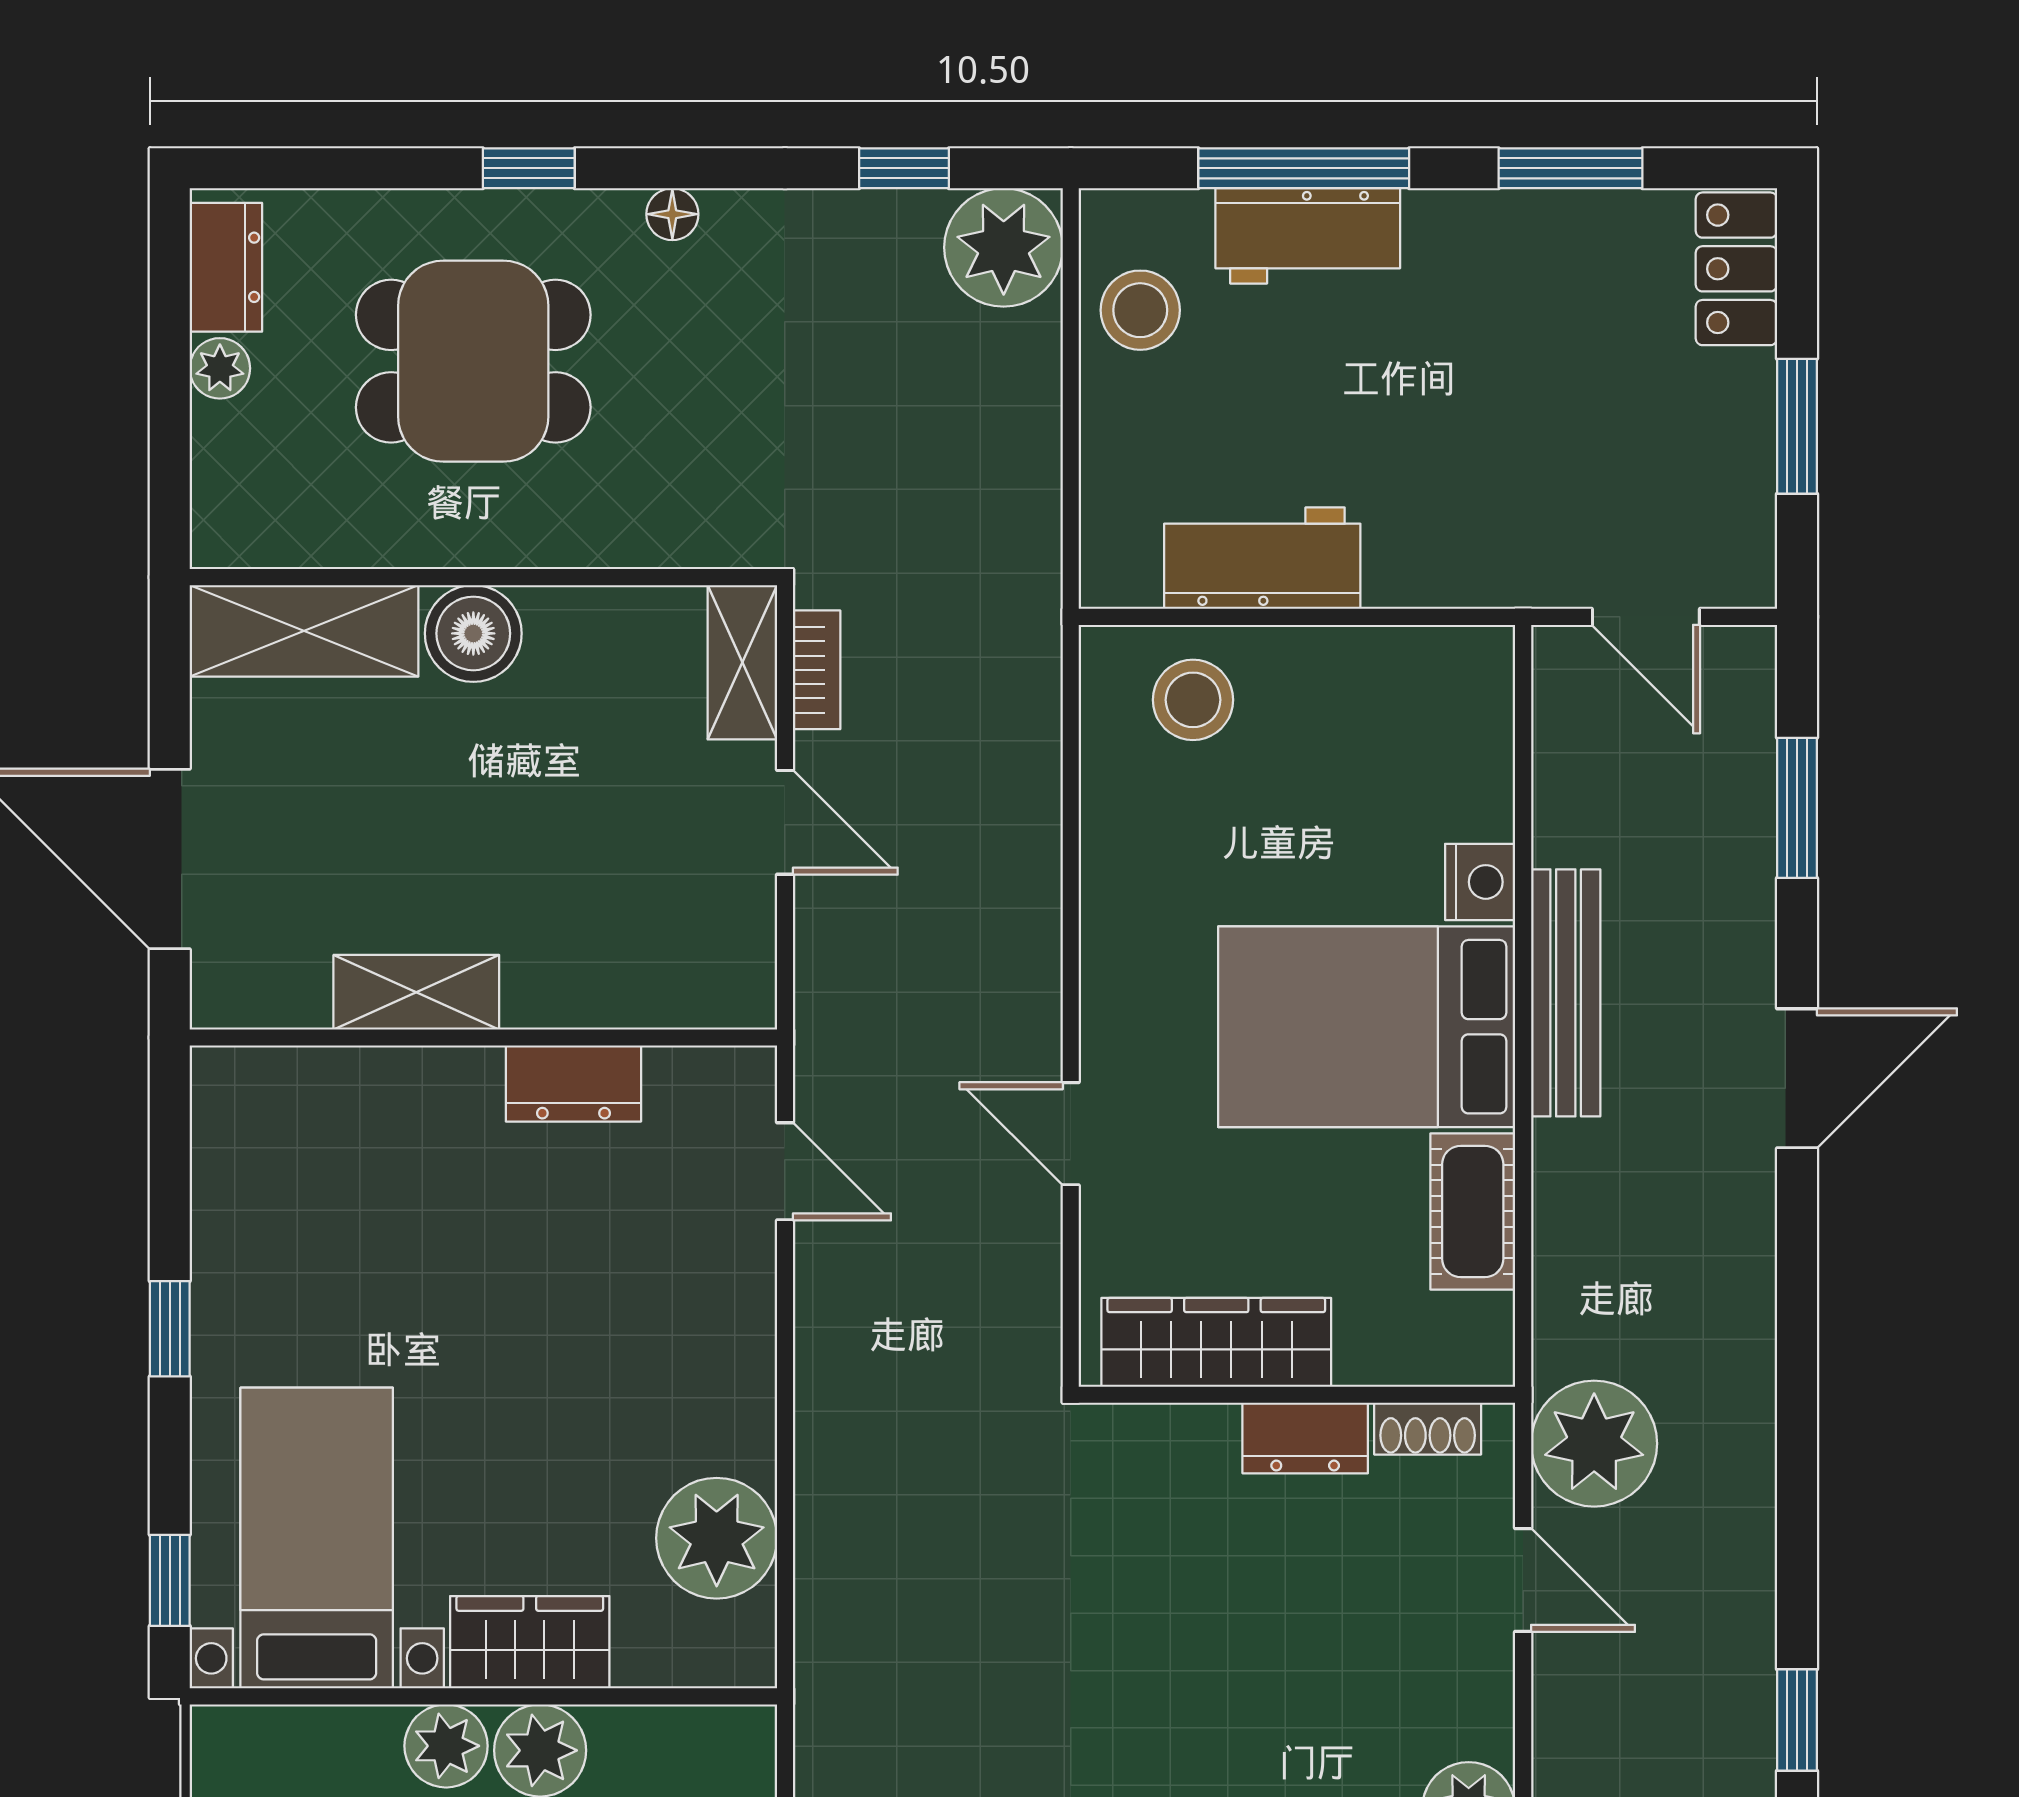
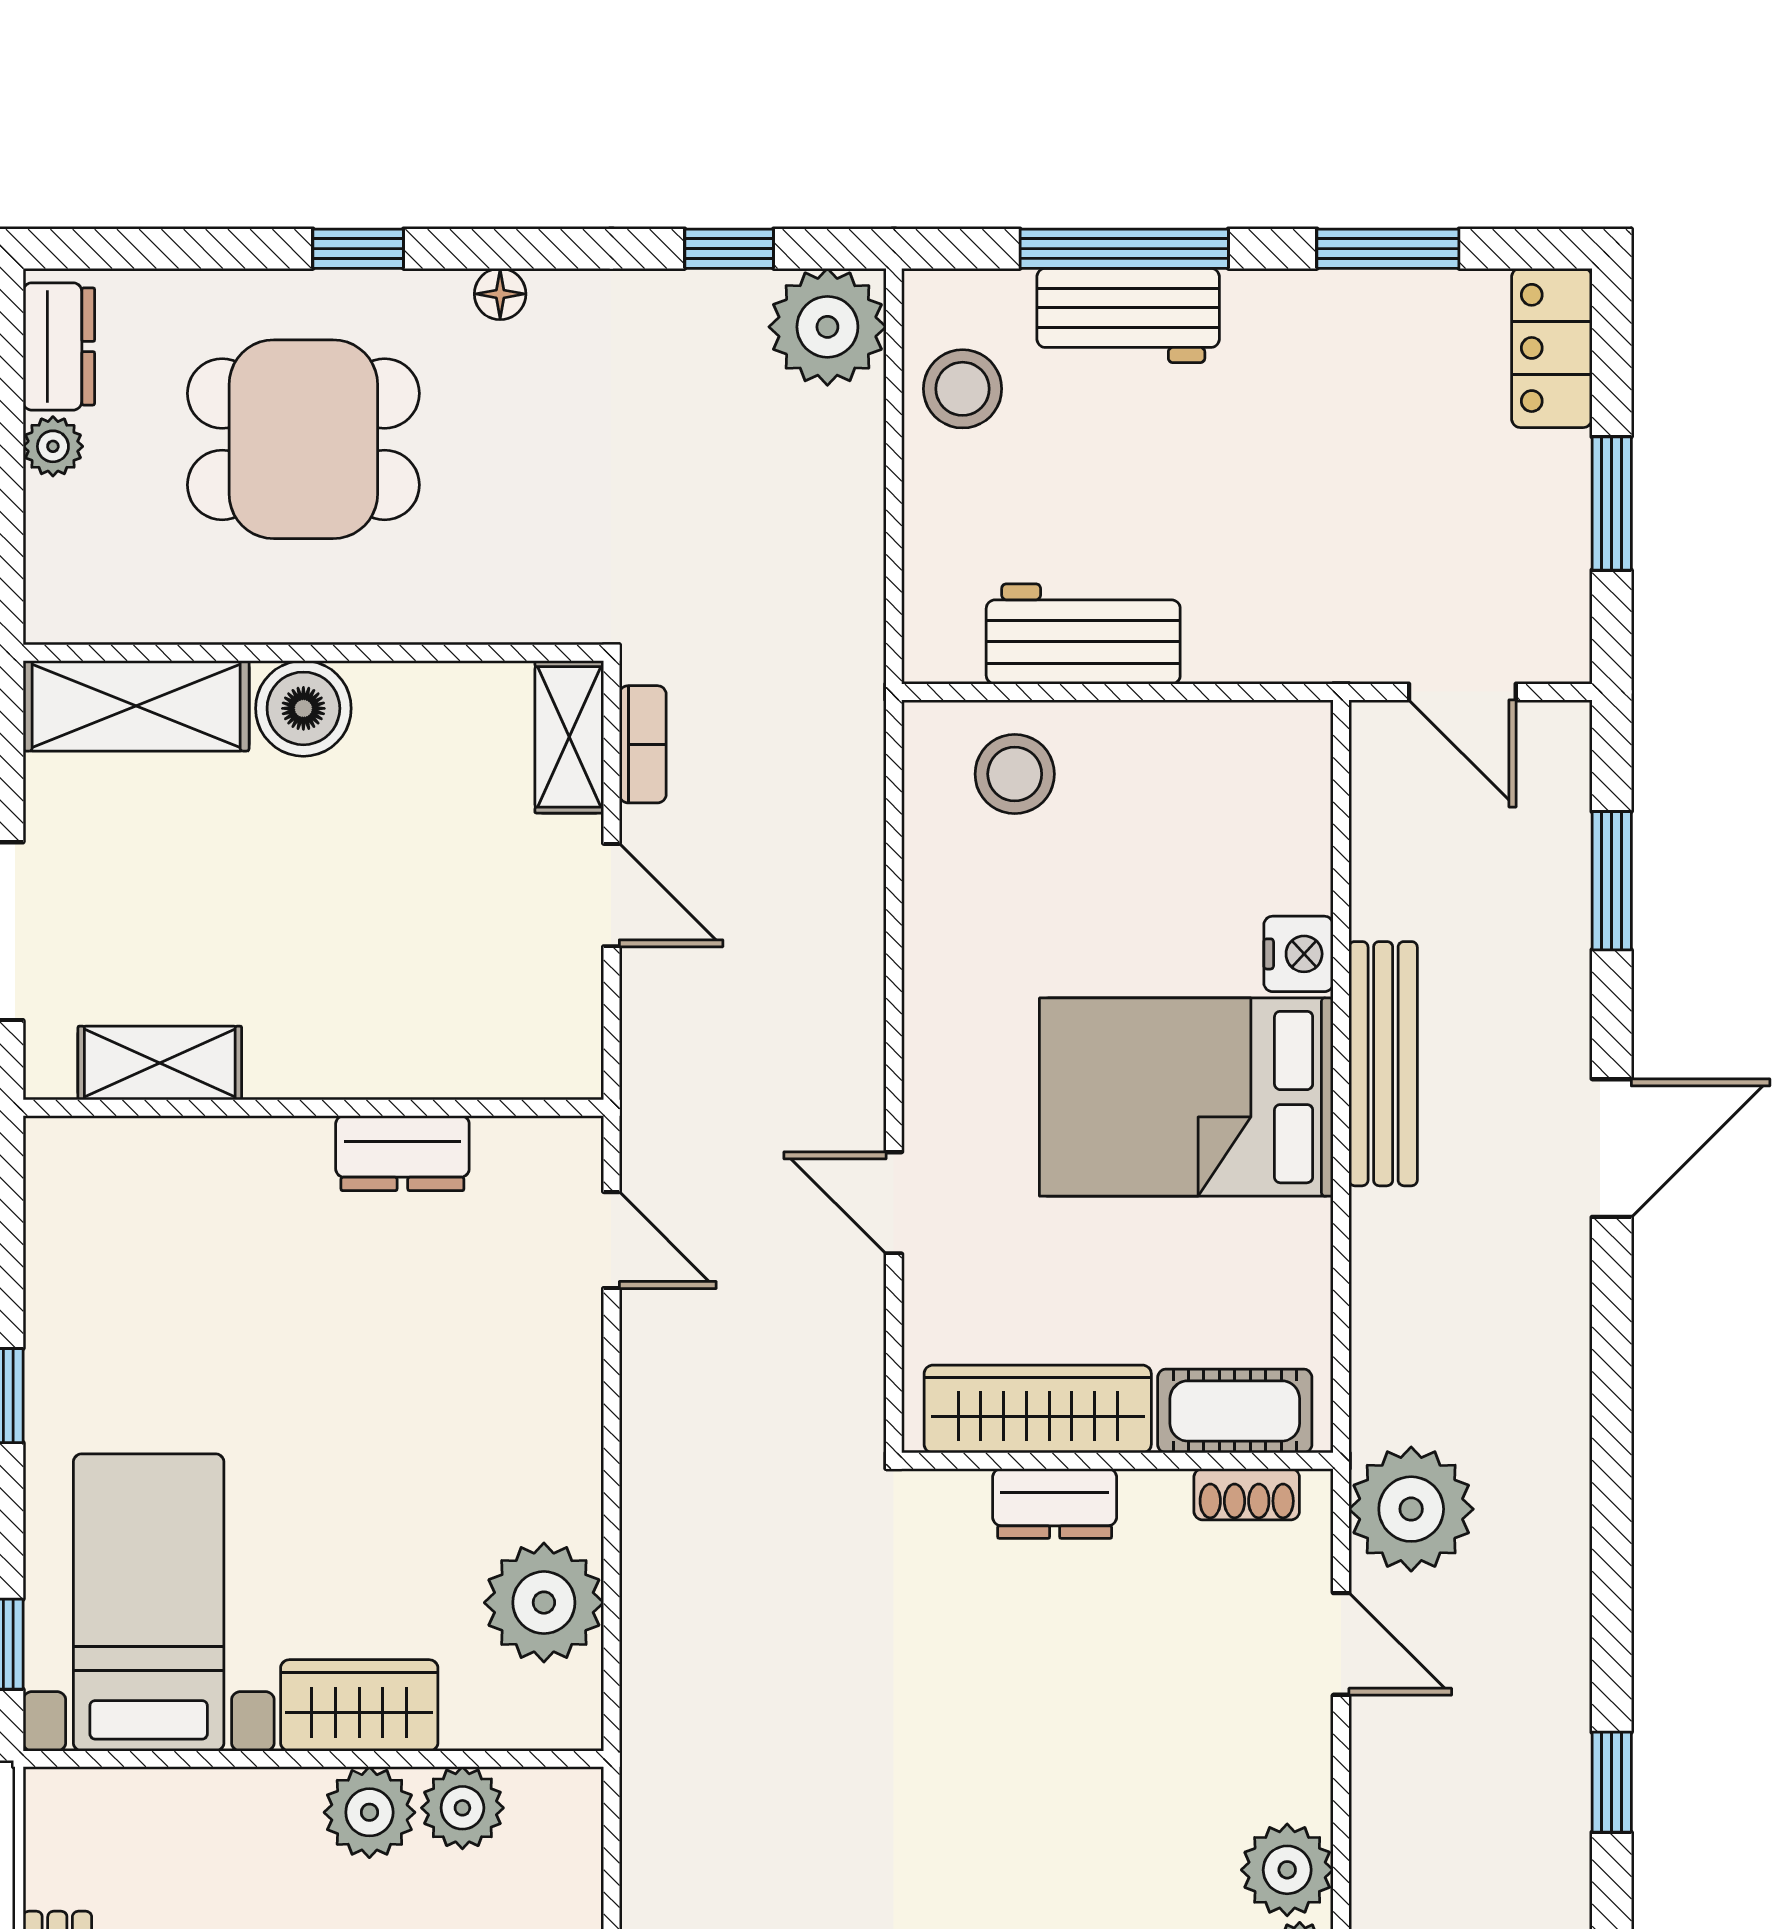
shelving: (416, 992) -> (160, 1063), moved
cot: (1473, 1211) -> (1235, 1411), moved, turned 90
dresser: (1305, 1438) -> (1055, 1503), moved
plant: (446, 1746) -> (462, 1808), moved

